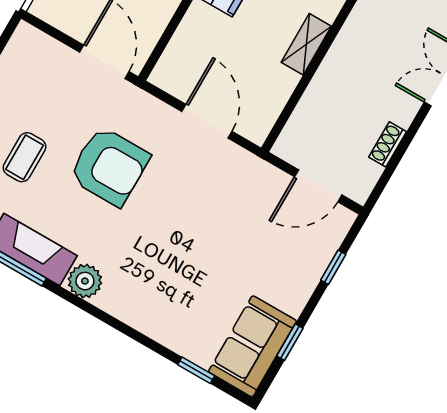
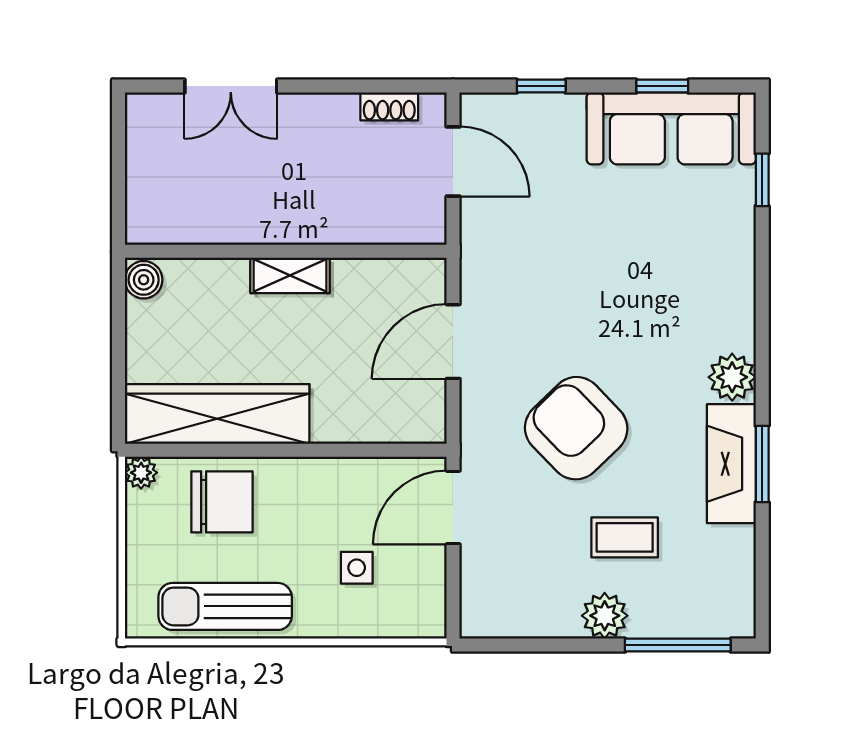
shoe rack: (388, 144) -> (389, 106), moved
armchair: (109, 166) -> (576, 428), turned -44
sofa: (252, 346) -> (671, 128), width x1.36

